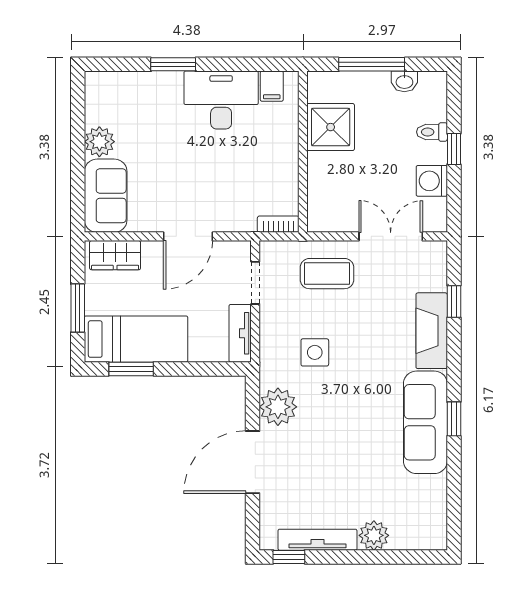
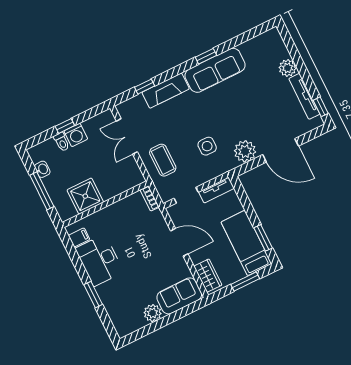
washing machine: (432, 181) -> (76, 135), moved

